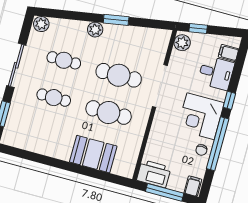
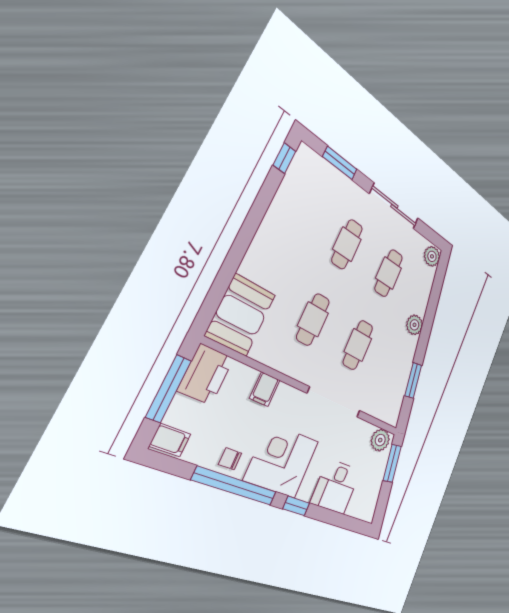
window: (116, 20) -> (413, 380), moved
window: (198, 28) -> (392, 463), width x1.50
filing cabinet: (229, 53) -> (265, 389), moved, turned 180
cafe table: (119, 75) -> (358, 345), width x0.73, depth x0.74
cafe table: (109, 113) -> (313, 319), width x0.73, depth x0.74
window: (15, 152) -> (284, 158), added
booth: (93, 154) -> (241, 315), moved

